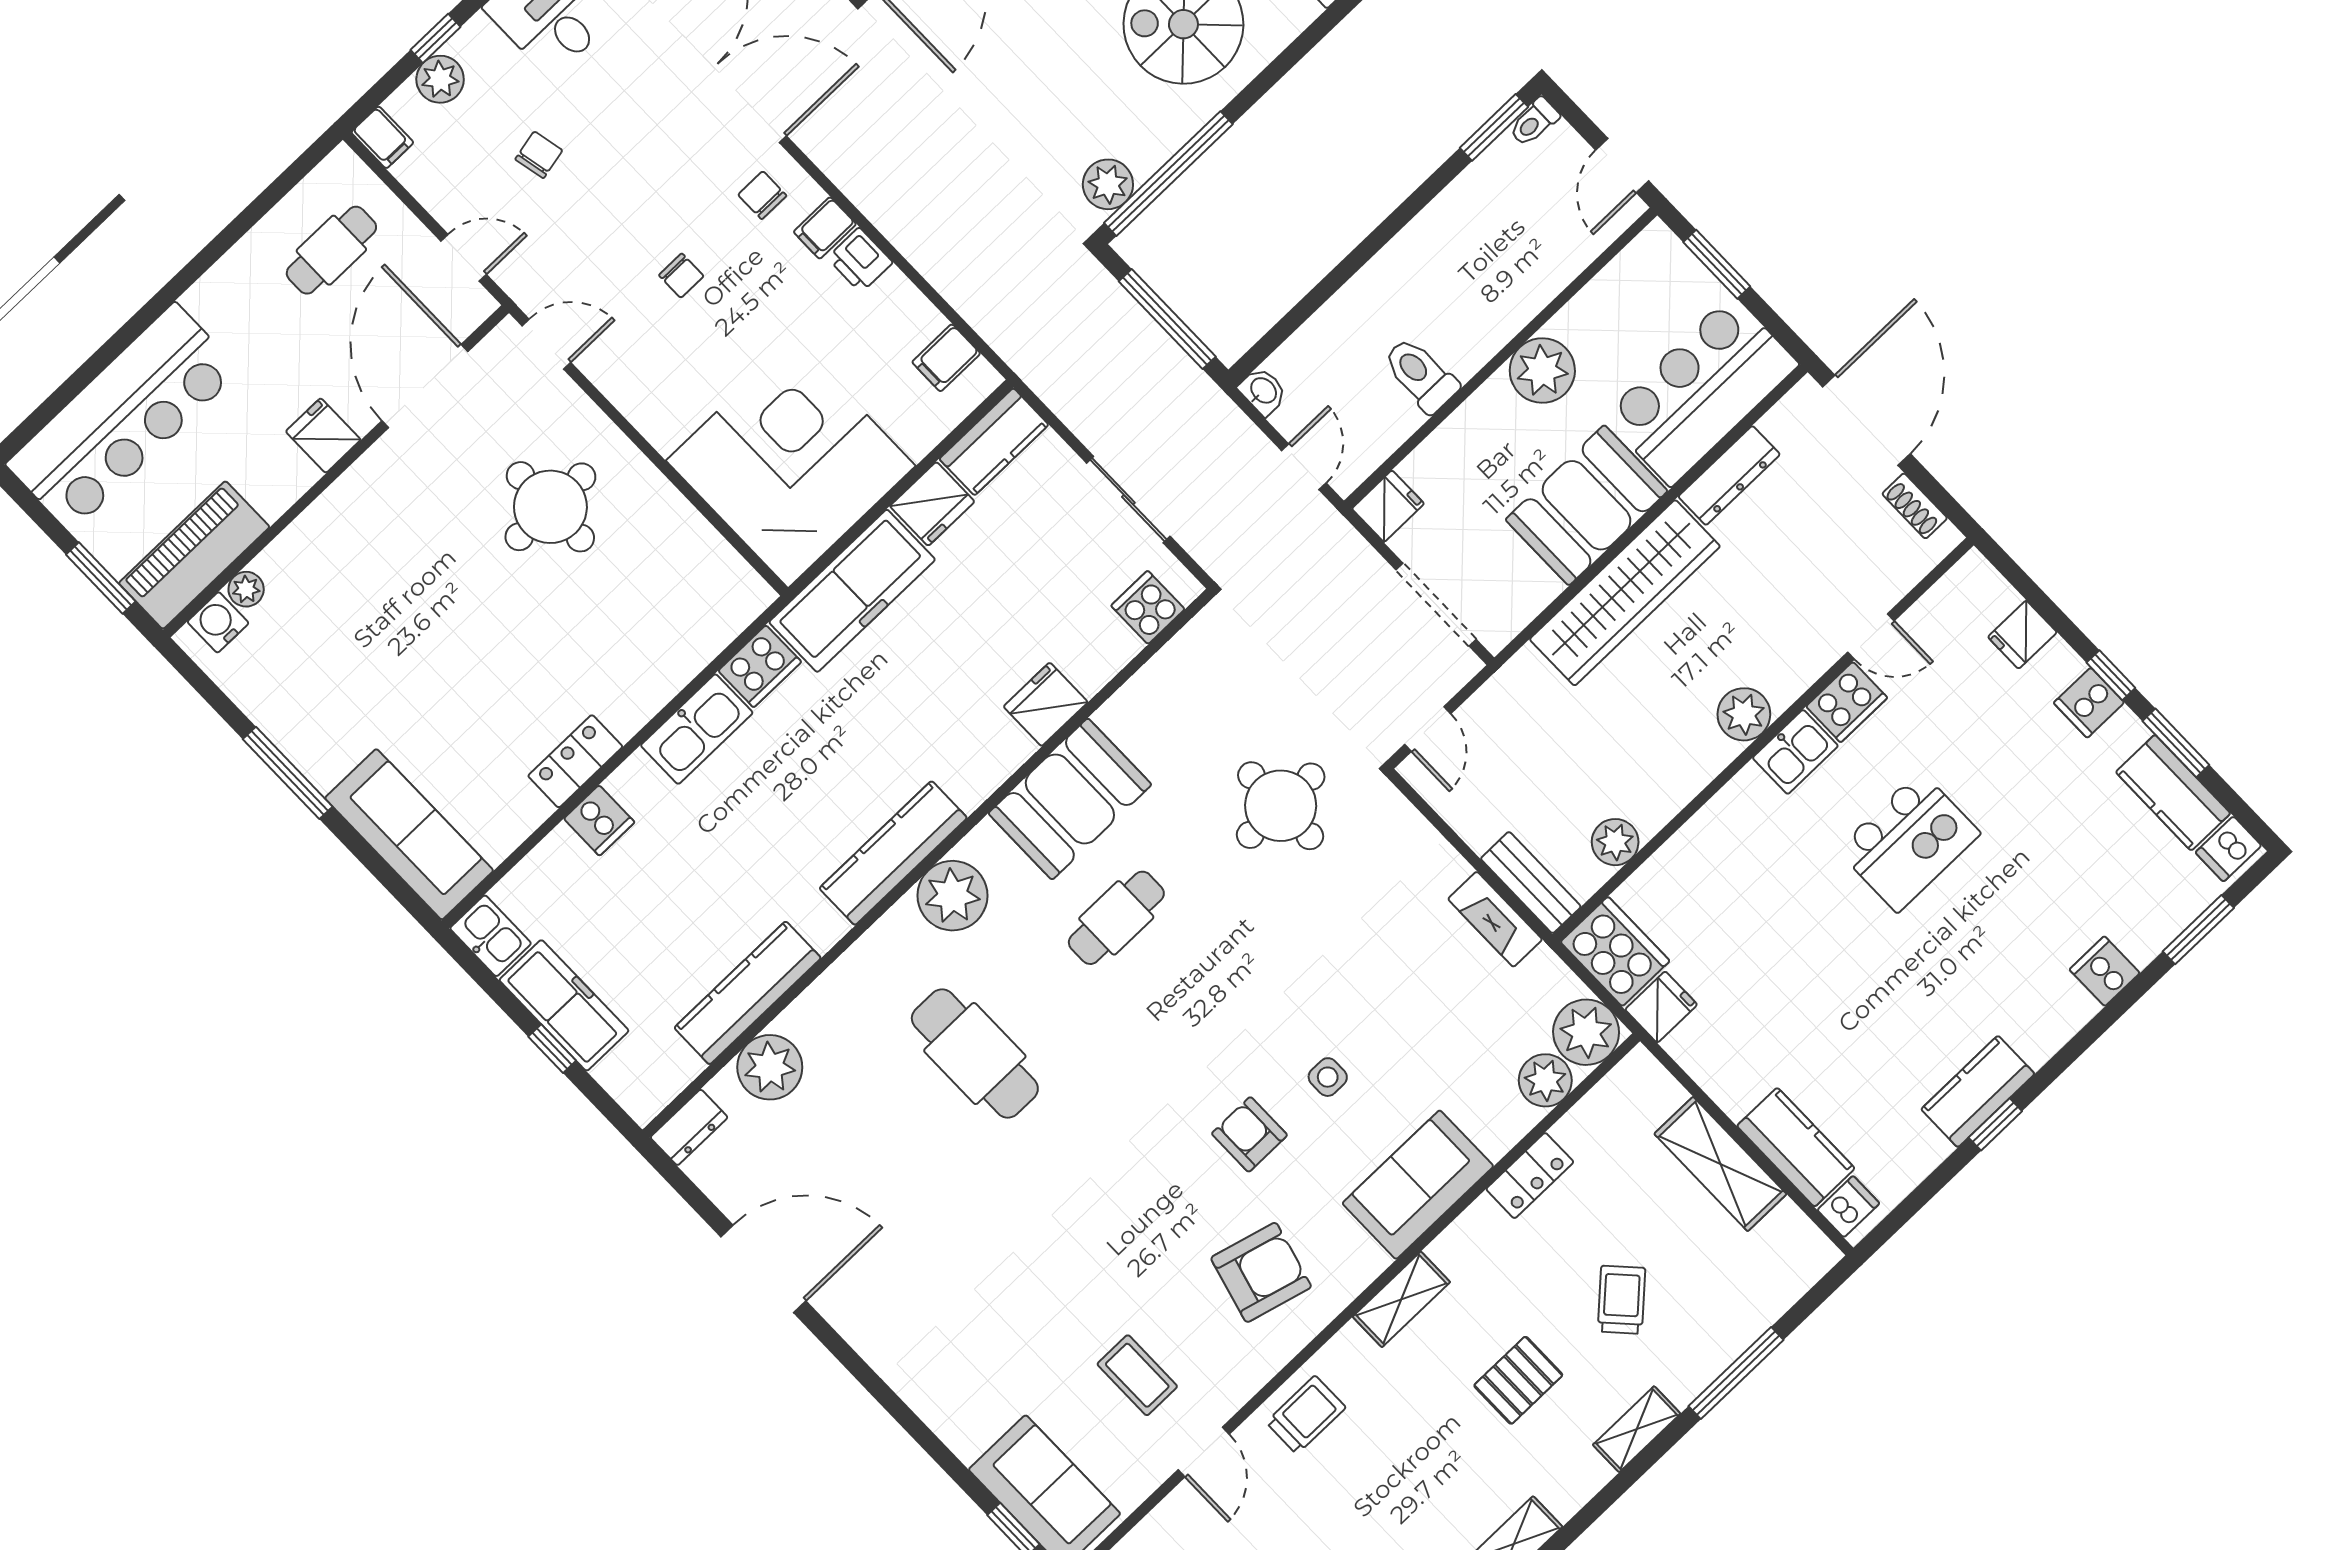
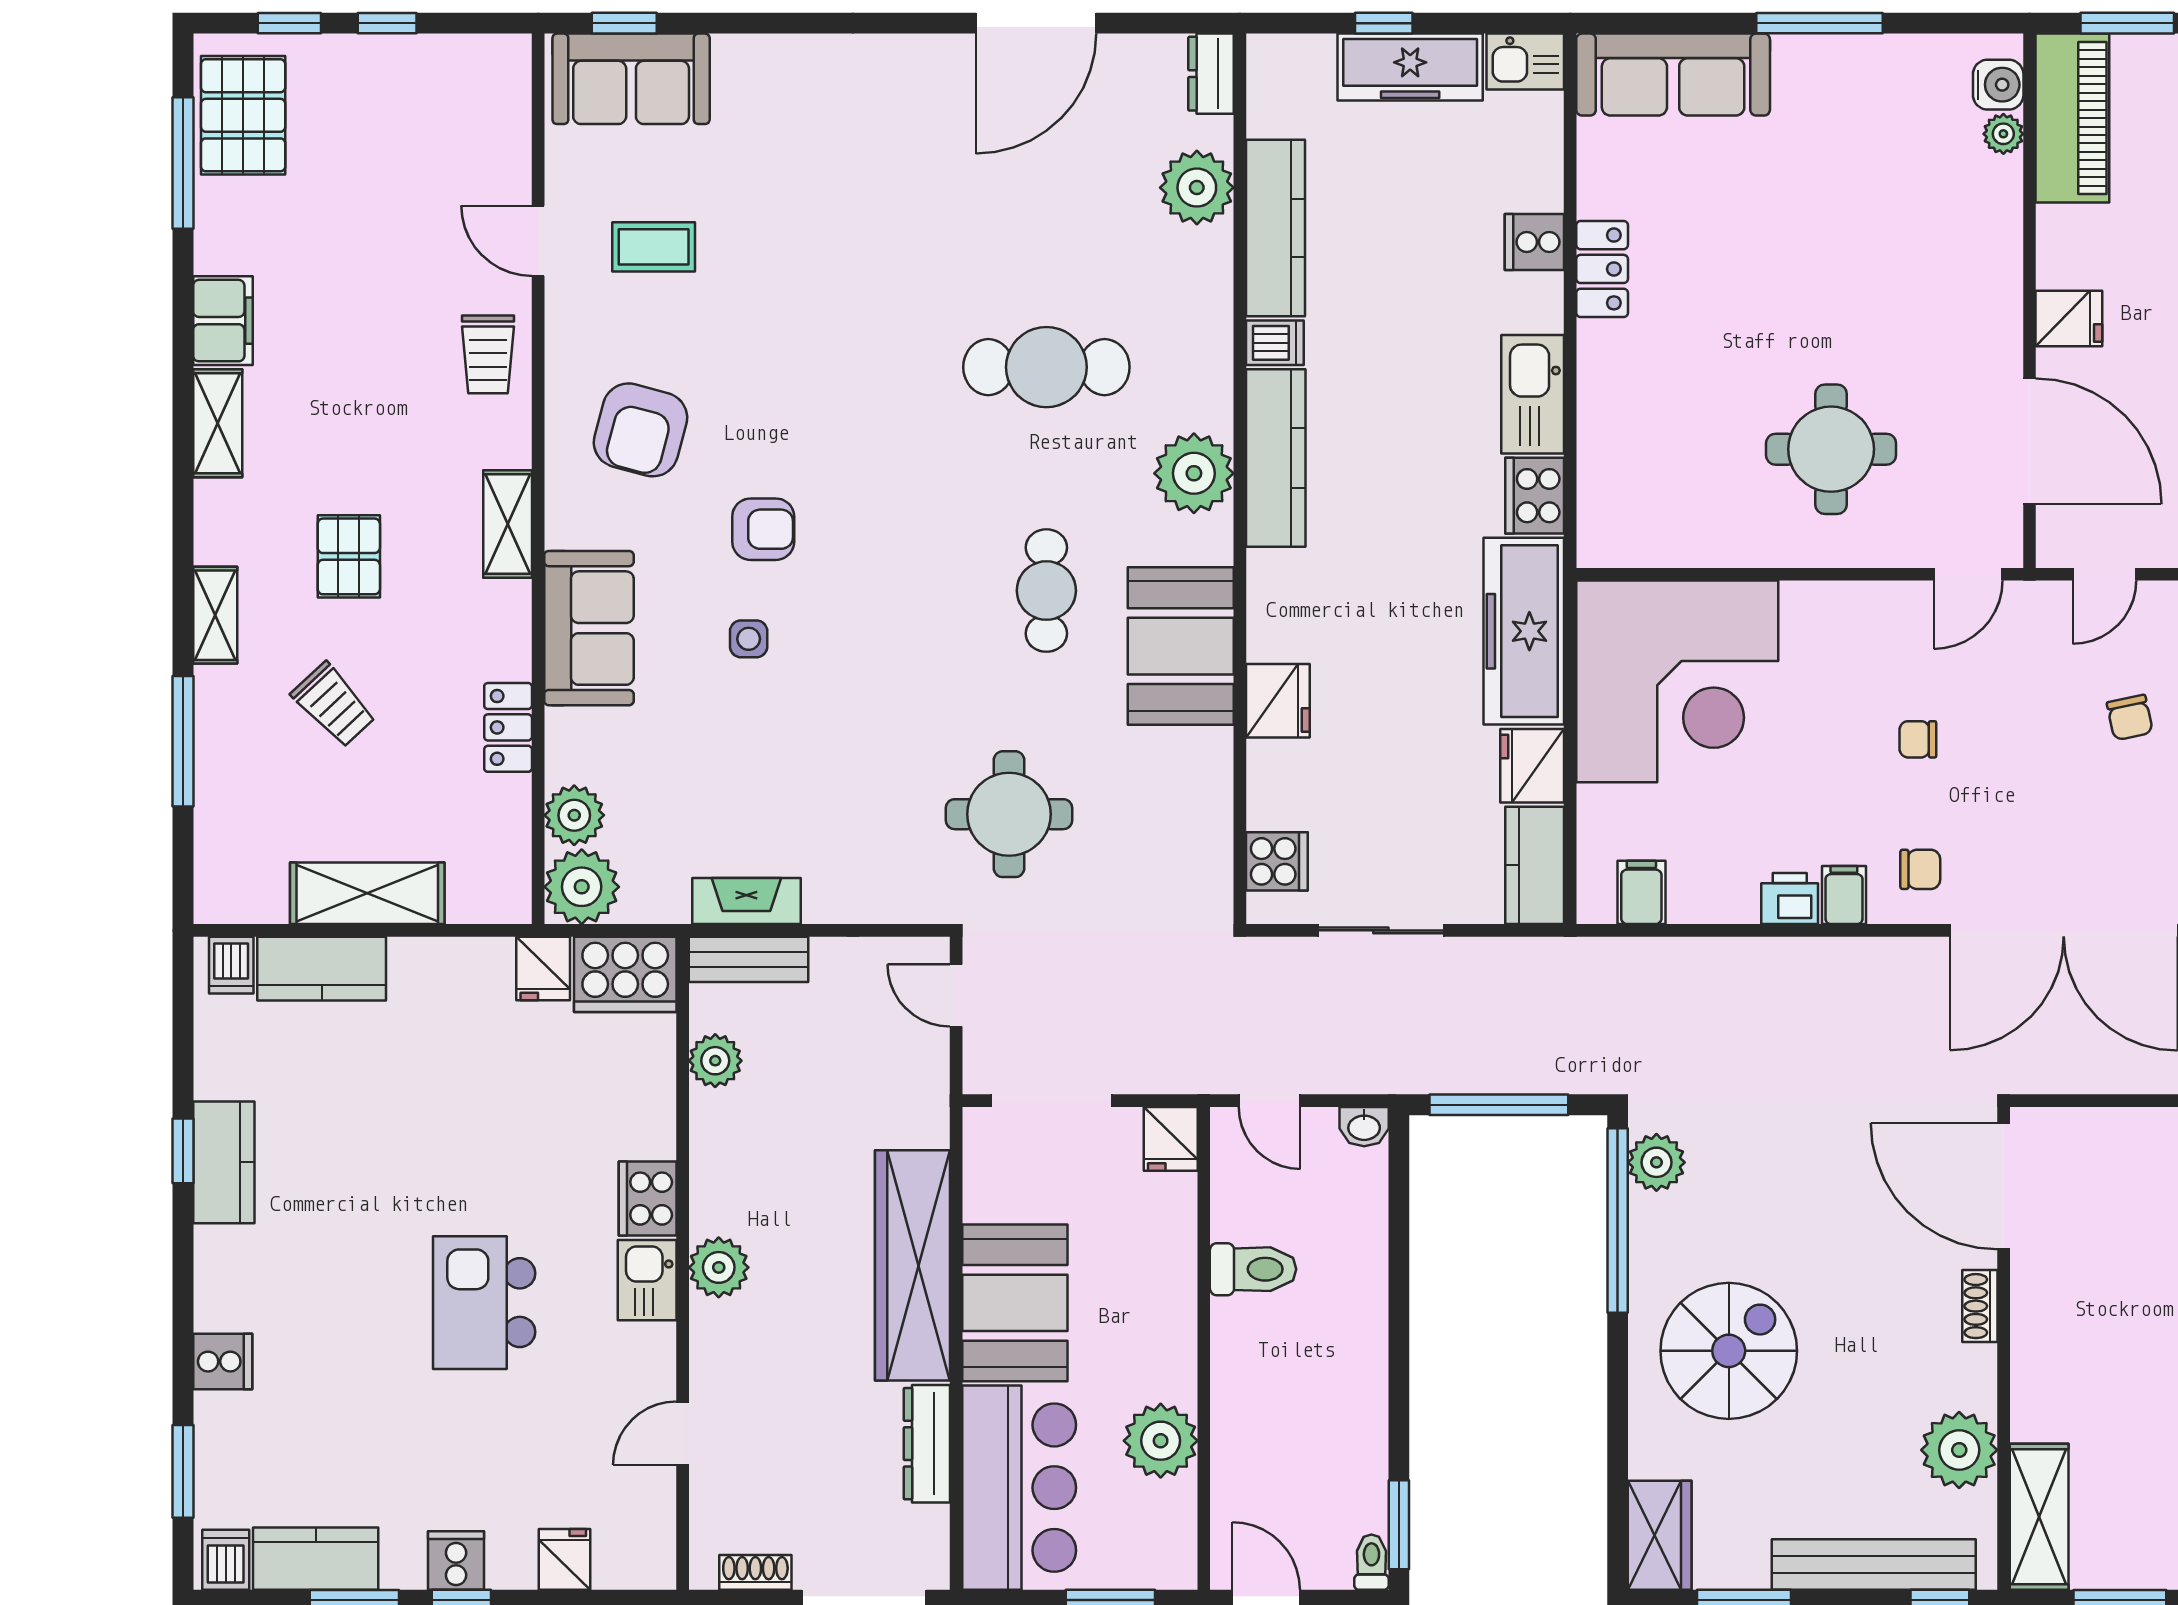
plant: (1542, 371) -> (1161, 1441), moved
cooker: (1847, 702) -> (648, 1199), moved
dishwasher: (821, 924) -> (1275, 343), added

